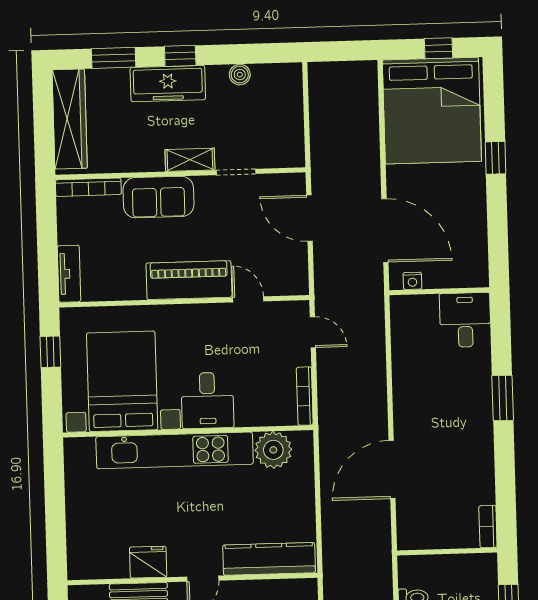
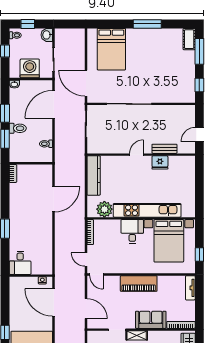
door: (248, 299) -> (96, 275), moved
kitchen counter: (269, 559) -> (94, 175), moved, turned -90

